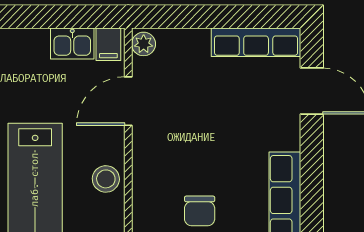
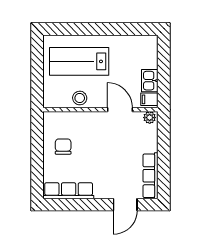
chair: (200, 211) -> (63, 147), turned 90

